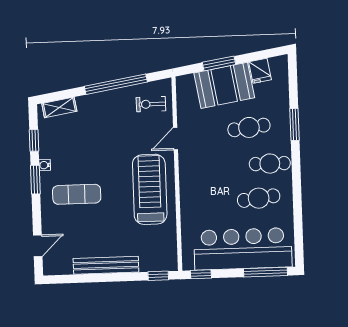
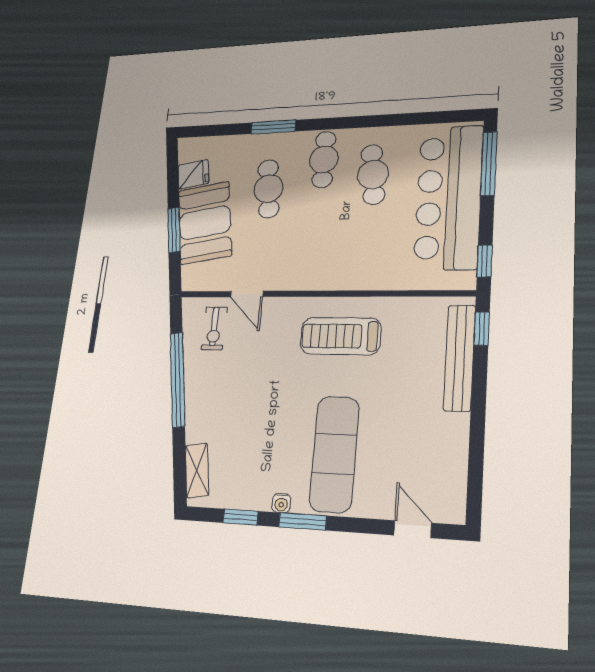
door: (176, 139) -> (247, 294), moved
treadmill: (150, 189) -> (340, 336), width x0.73, depth x0.73
exercise mat: (77, 194) -> (334, 454), width x1.36, depth x1.45
bench: (106, 265) -> (459, 358), moved

